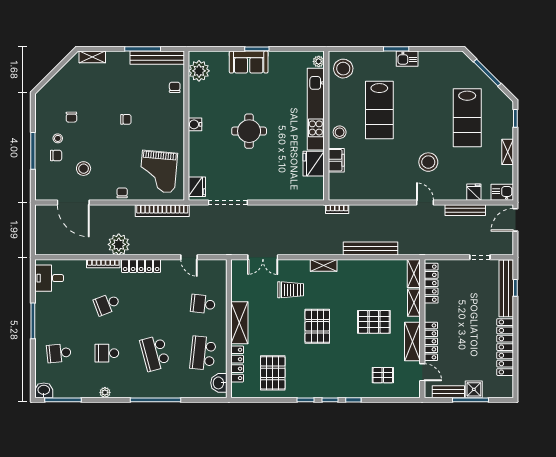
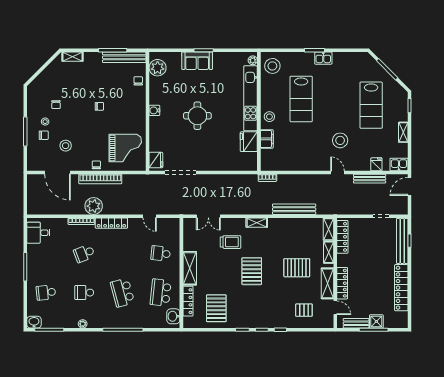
grand piano: (158, 172) -> (125, 148), turned -95
bookcase: (162, 211) -> (100, 179), moved

